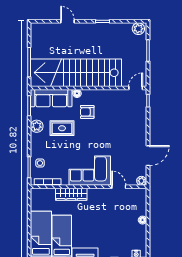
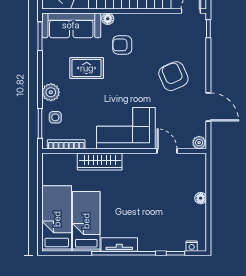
plant: (37, 126) -> (51, 92), moved
armchair: (123, 134) -> (173, 76), added
door: (148, 156) -> (208, 107), hinge flipped

